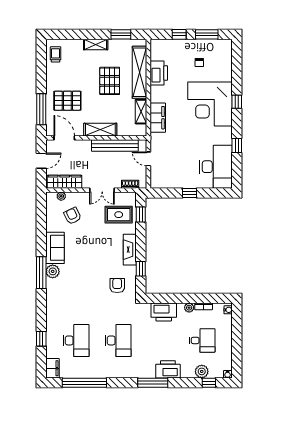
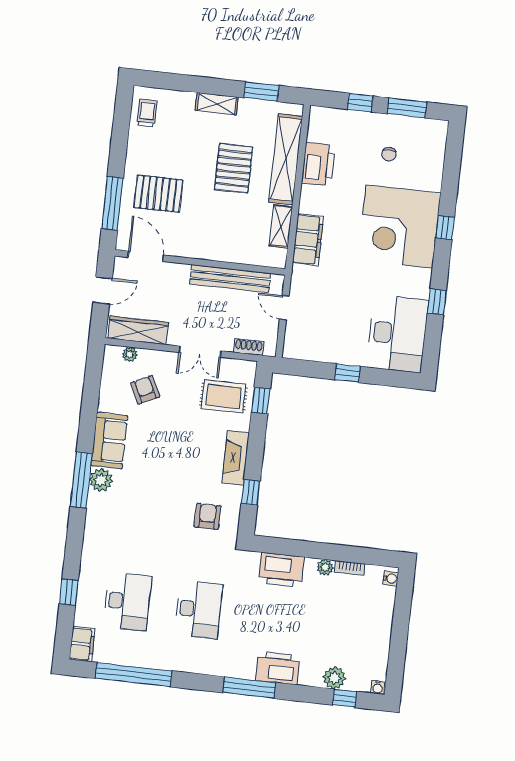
shelving: (100, 130) -> (209, 249), removed
desk: (202, 340) -> (341, 625), removed

